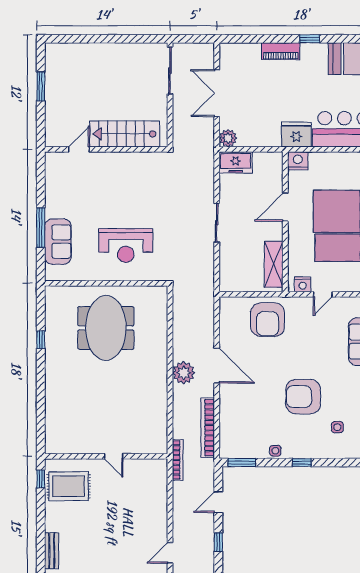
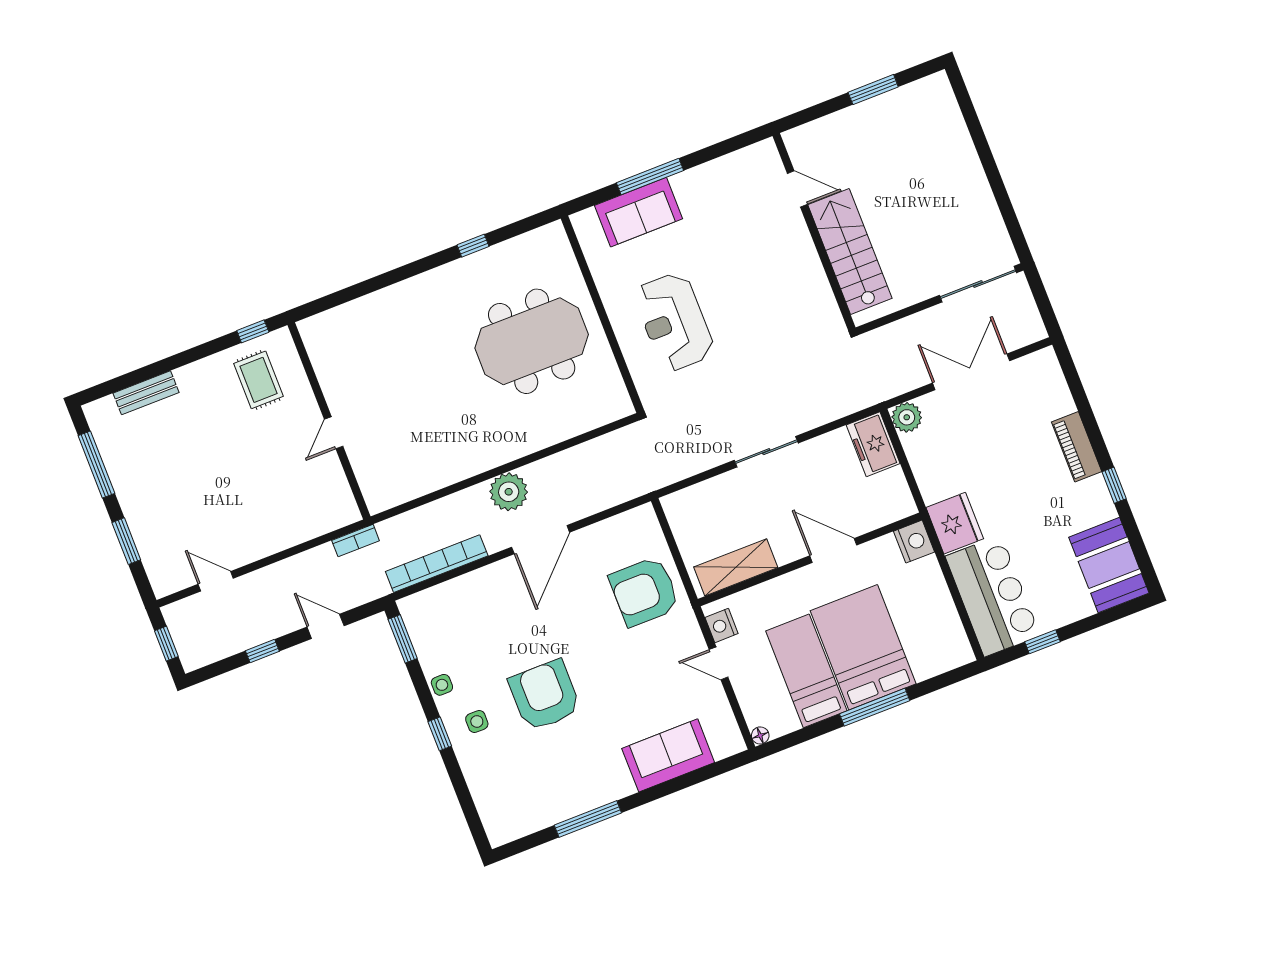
side table: (337, 427) -> (477, 721), moved
bookcase: (178, 460) -> (356, 541), width x0.64
rug: (69, 486) -> (258, 380), width x0.73, depth x0.70

